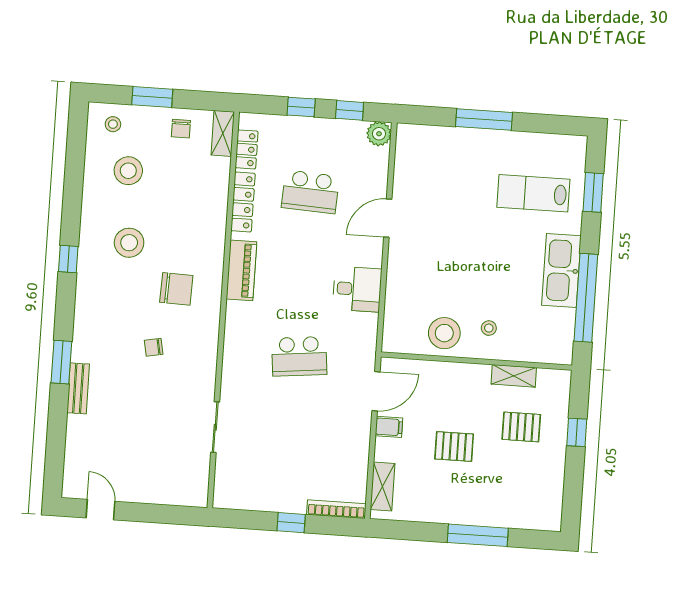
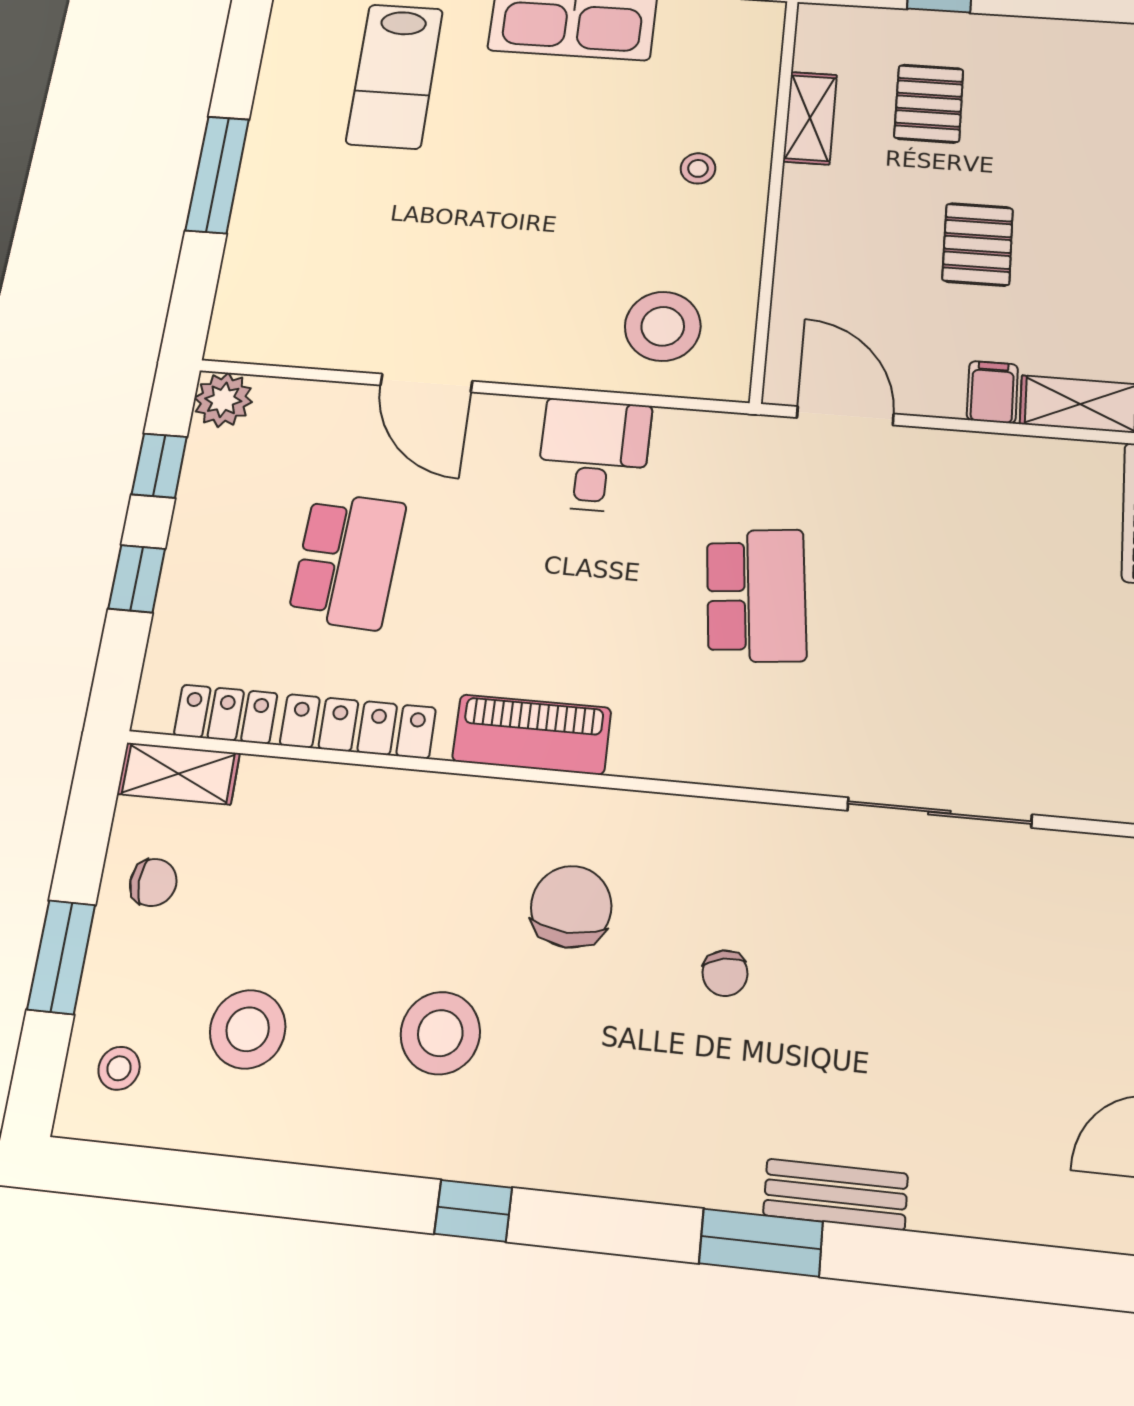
stool: (444, 333) -> (663, 326), moved
sliding door: (215, 427) -> (939, 813), width x1.37
filing cabinet: (389, 427) -> (992, 392), moved

